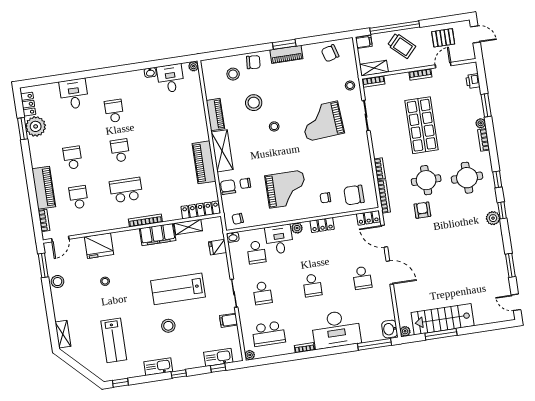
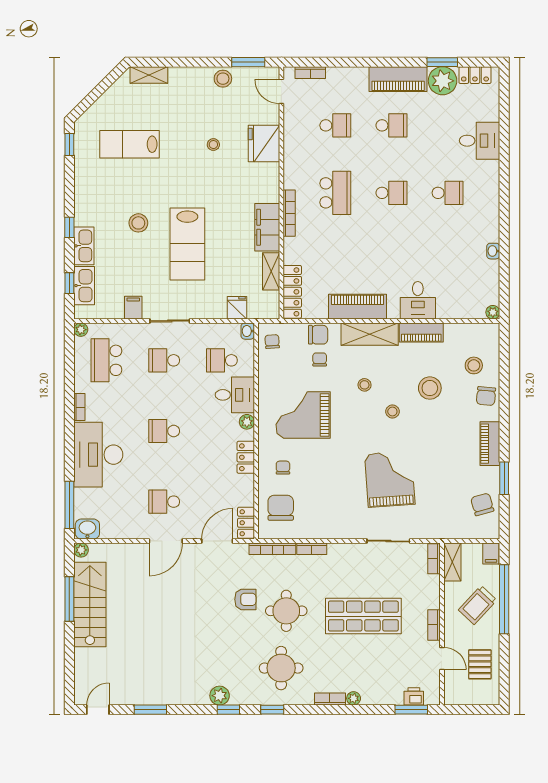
door: (475, 34) -> (478, 710), removed
window: (284, 44) -> (504, 478), moved
desk: (171, 78) -> (418, 300), moved, turned 90
stool: (350, 86) -> (365, 385), moved
window: (486, 105) -> (411, 710), moved
piano: (44, 188) -> (398, 79), moved
grand piano: (286, 189) -> (303, 415), turned 90
lab bench: (178, 289) -> (187, 244), turned 180
kitchen sink: (158, 367) -> (84, 246), moved

